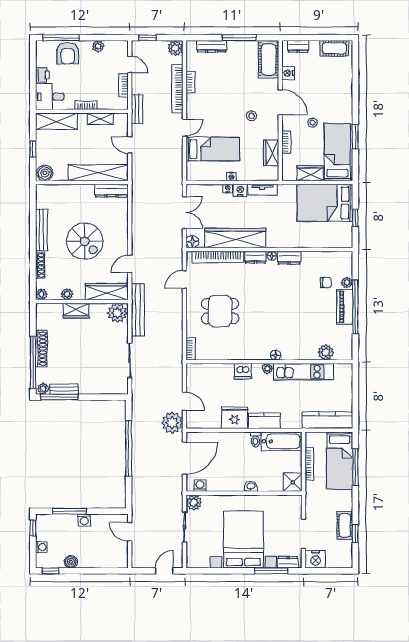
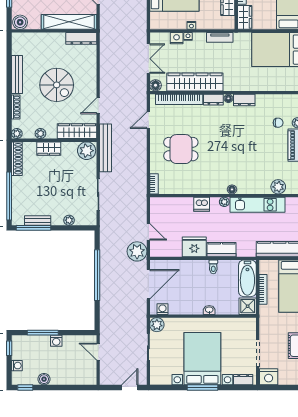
wardrobe: (310, 173) -> (245, 17), moved, turned 90
nightstand: (240, 190) -> (177, 38), moved
shoe rack: (41, 349) -> (17, 159), moved
plant: (43, 389) -> (69, 220), moved
bathtub: (281, 441) -> (247, 278), moved, turned 90
window: (271, 571) -> (202, 387), moved

